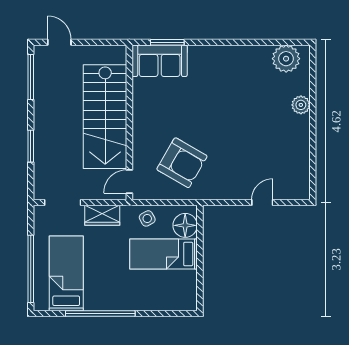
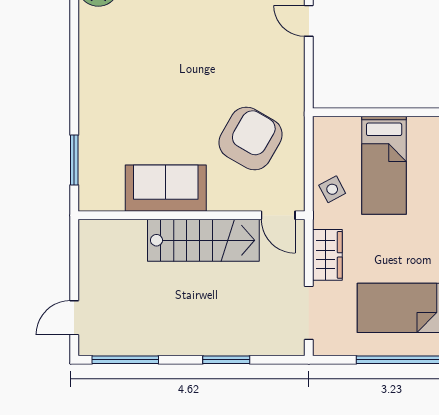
sofa: (160, 61) -> (166, 188), moved, turned -90
stairs: (105, 117) -> (203, 240), width x0.73, depth x0.66
floor lamp: (185, 225) -> (342, 134), removed

